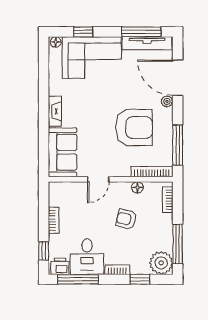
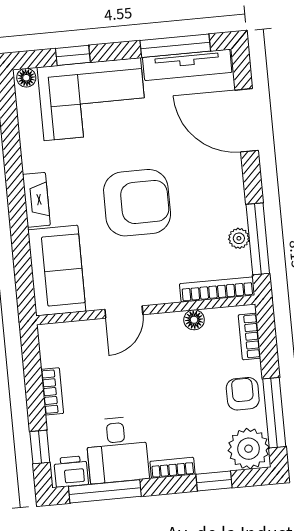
plant: (167, 101) -> (239, 238), moved
armchair: (134, 128) -> (137, 203), moved
armchair: (126, 219) -> (243, 394), moved, turned 77

